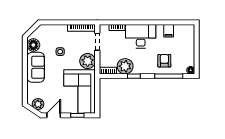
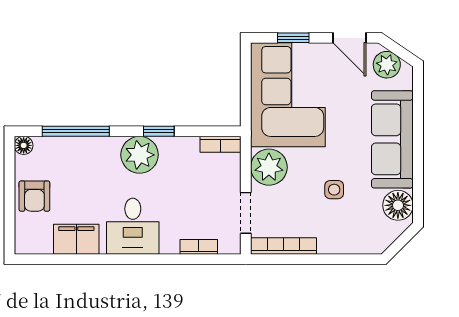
filing cabinet: (169, 31) -> (76, 239), width x2.00
desk: (141, 36) -> (133, 226), width x0.73
armchair: (164, 61) -> (34, 196), moved
plant: (125, 66) -> (140, 155), moved
sofa: (36, 67) -> (392, 139), width x1.36
door: (54, 115) -> (349, 38), hinge flipped

